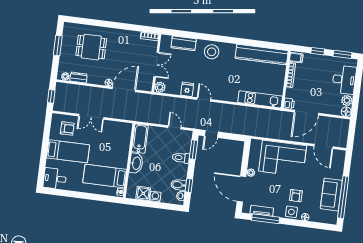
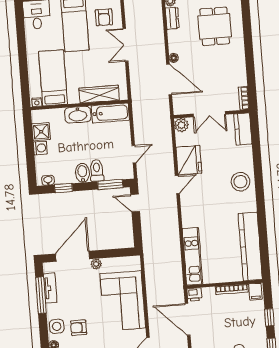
kitchen counter: (184, 43) -> (243, 129), moved
fridge: (187, 89) -> (189, 160), width x1.88, depth x1.34
wardrobe: (124, 144) -> (99, 94), added
bidet: (178, 185) -> (82, 173), moved

